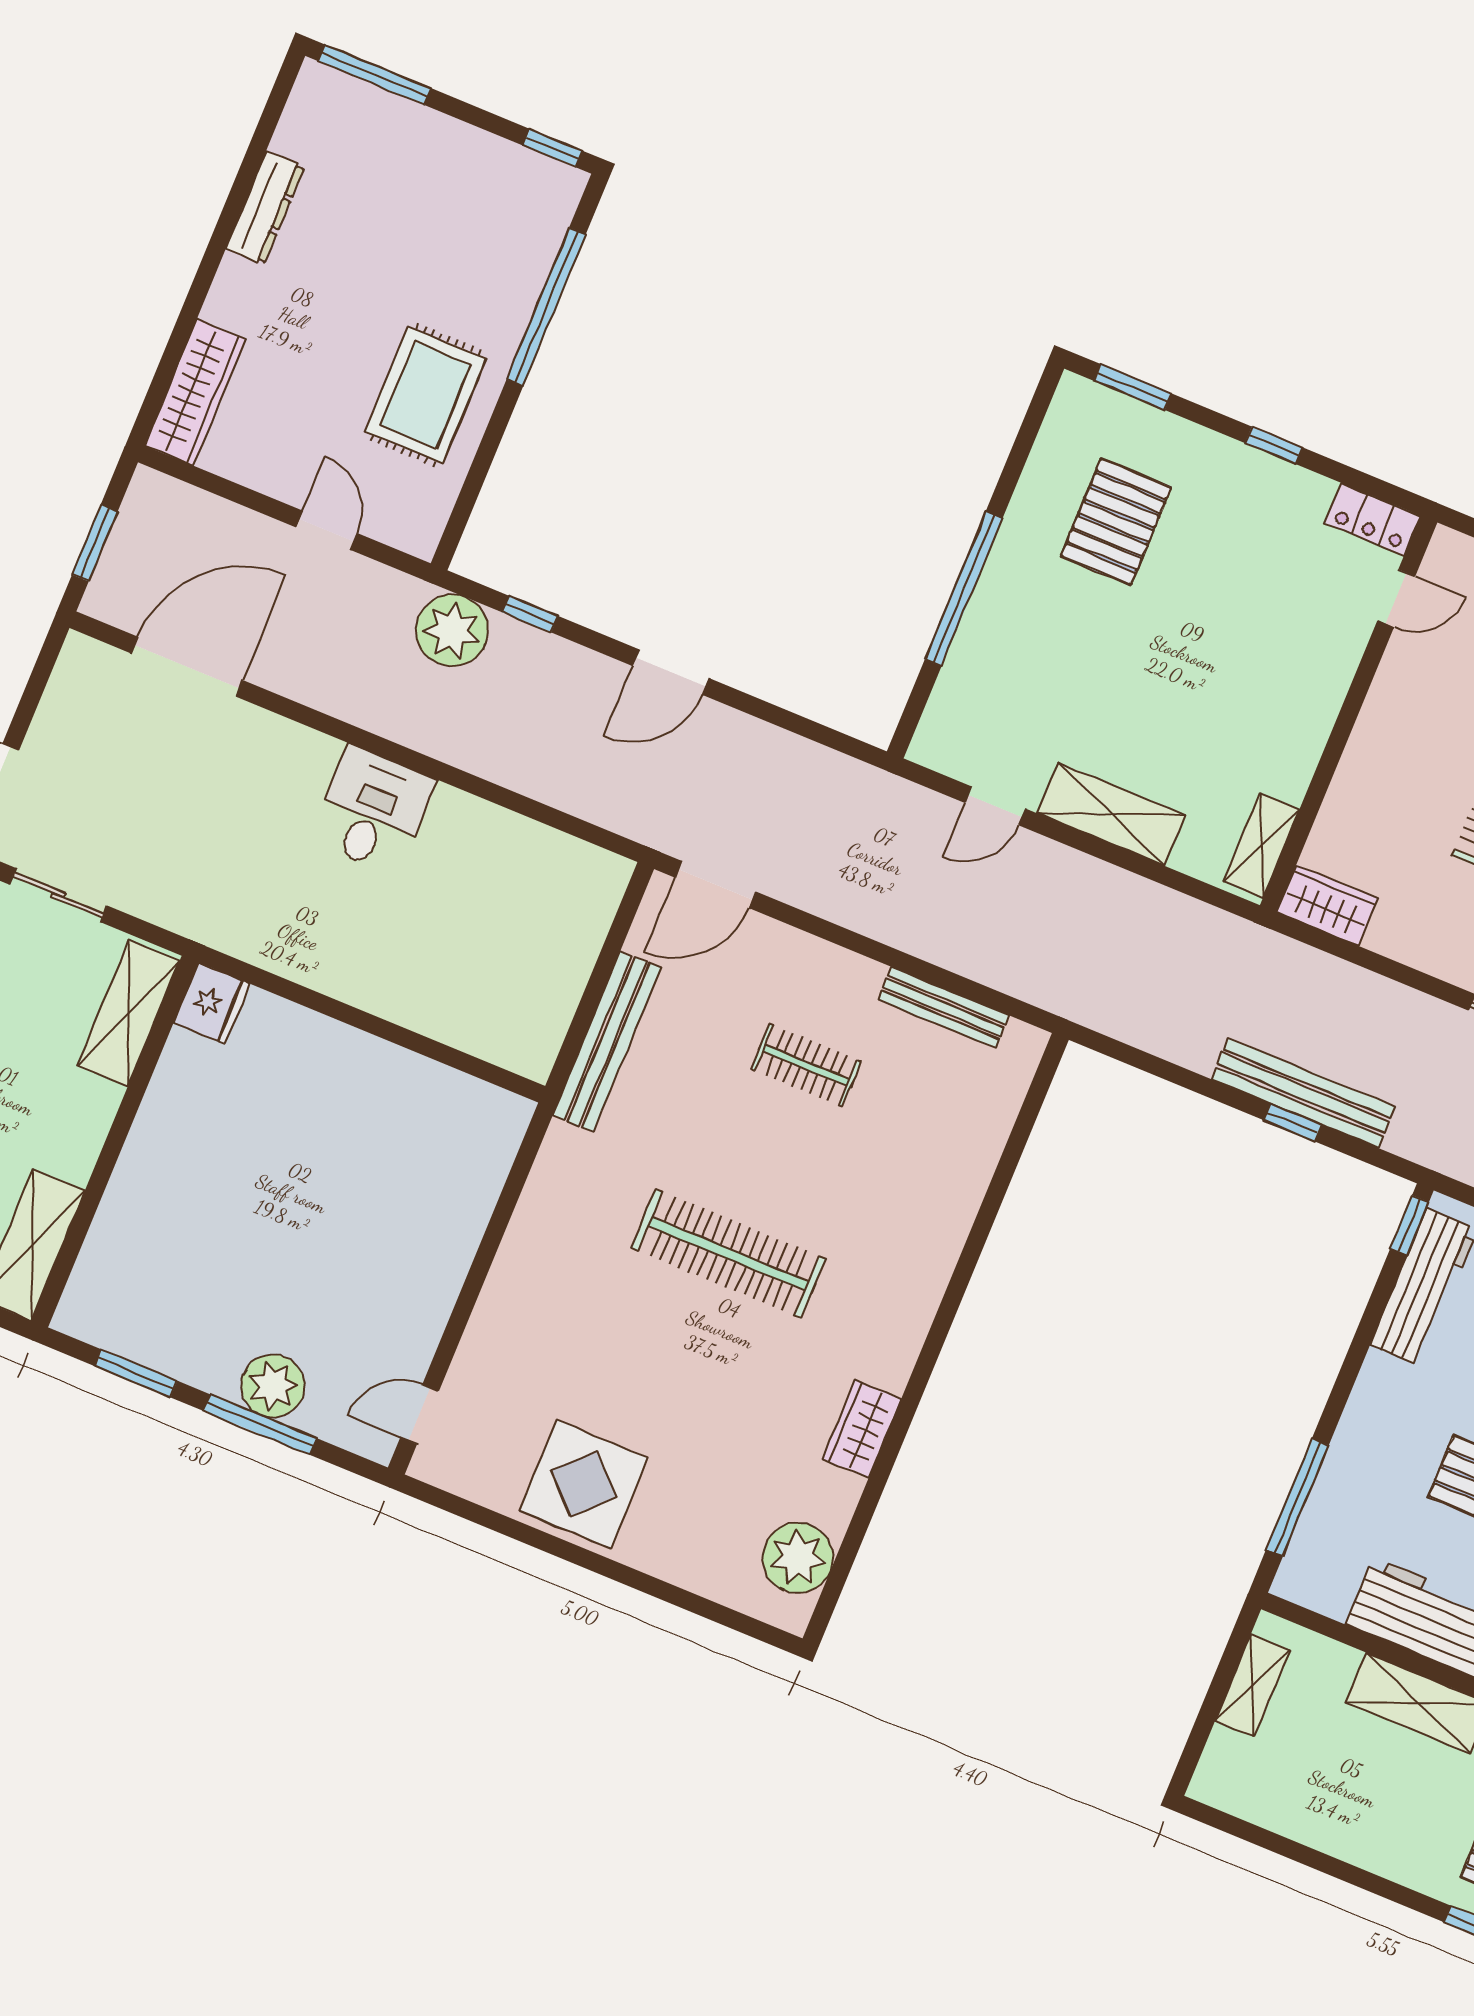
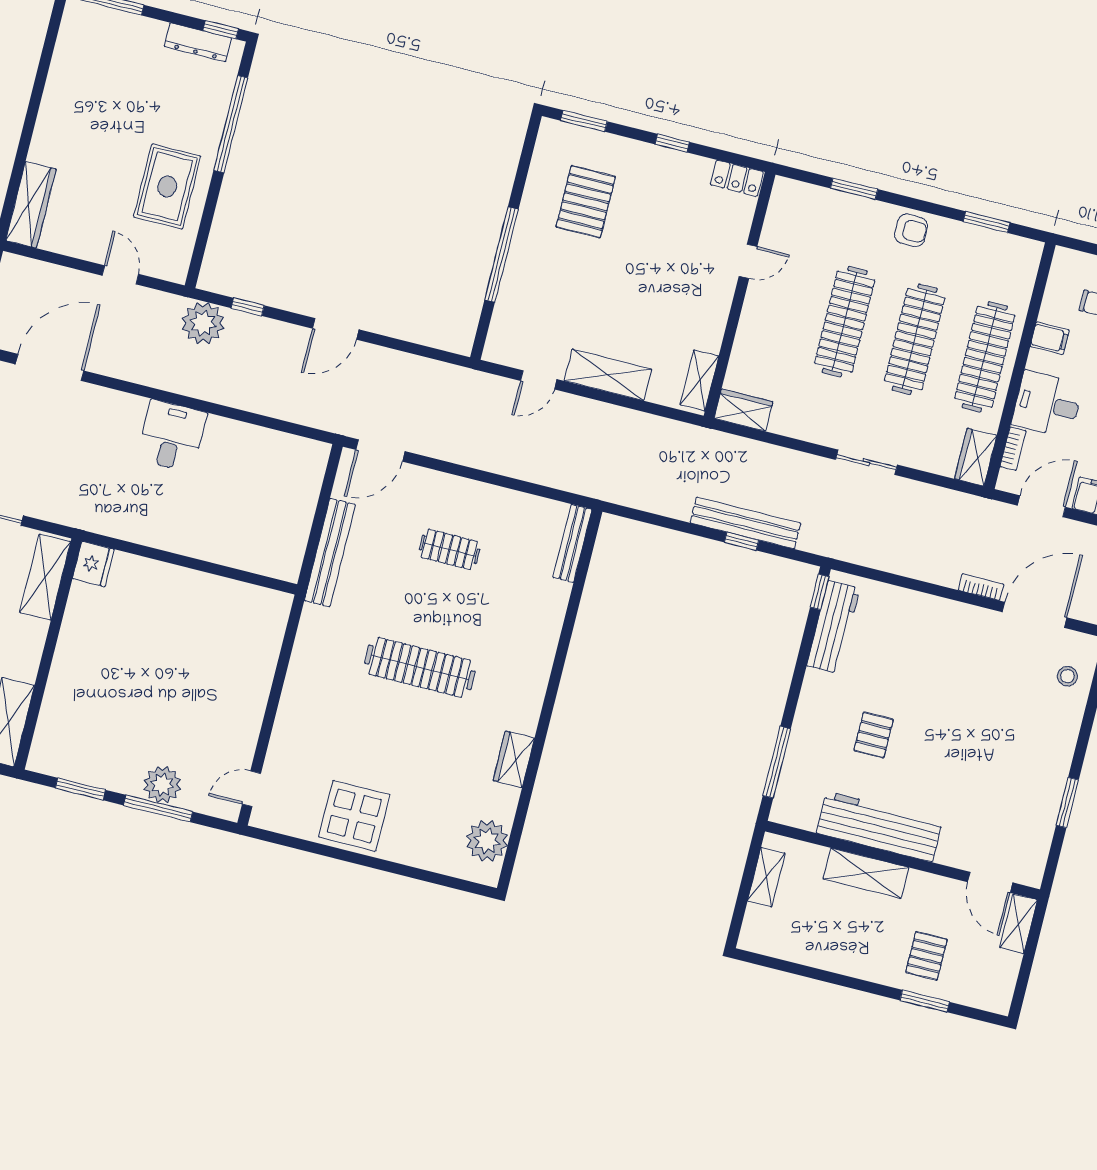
dresser: (265, 208) -> (198, 42), moved, turned 90
door: (1396, 598) -> (748, 261), moved
bench: (943, 1008) -> (572, 543), moved, turned 90

